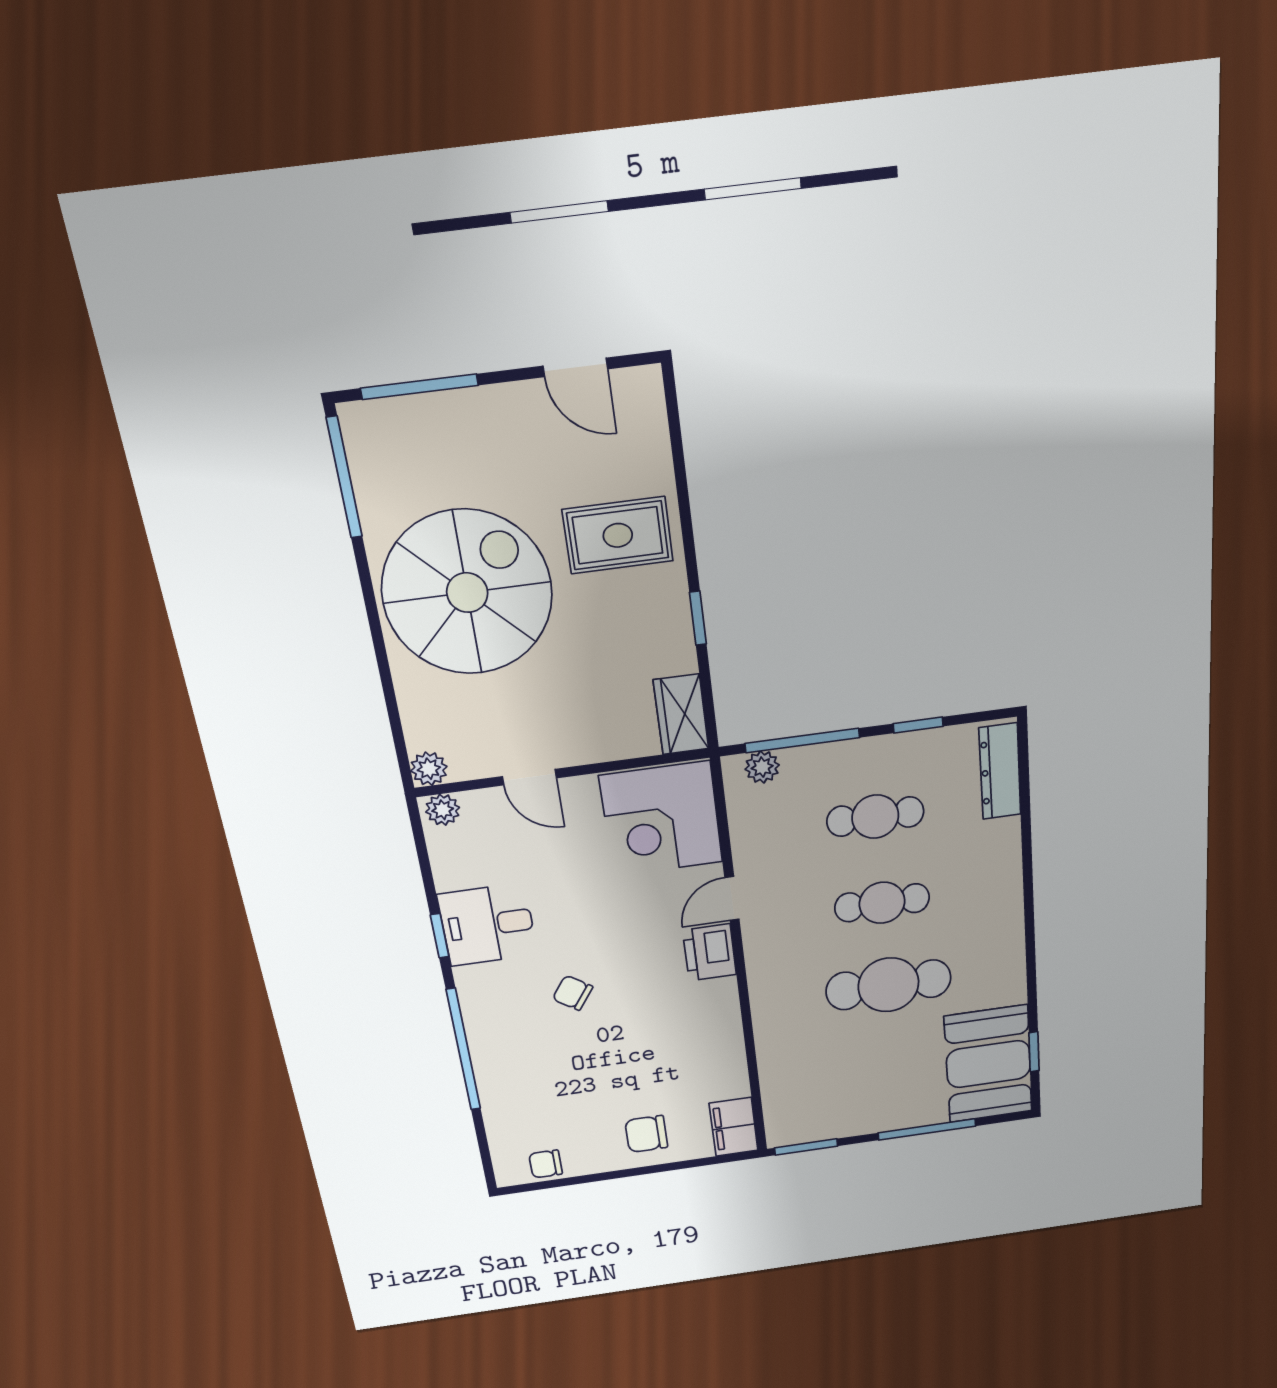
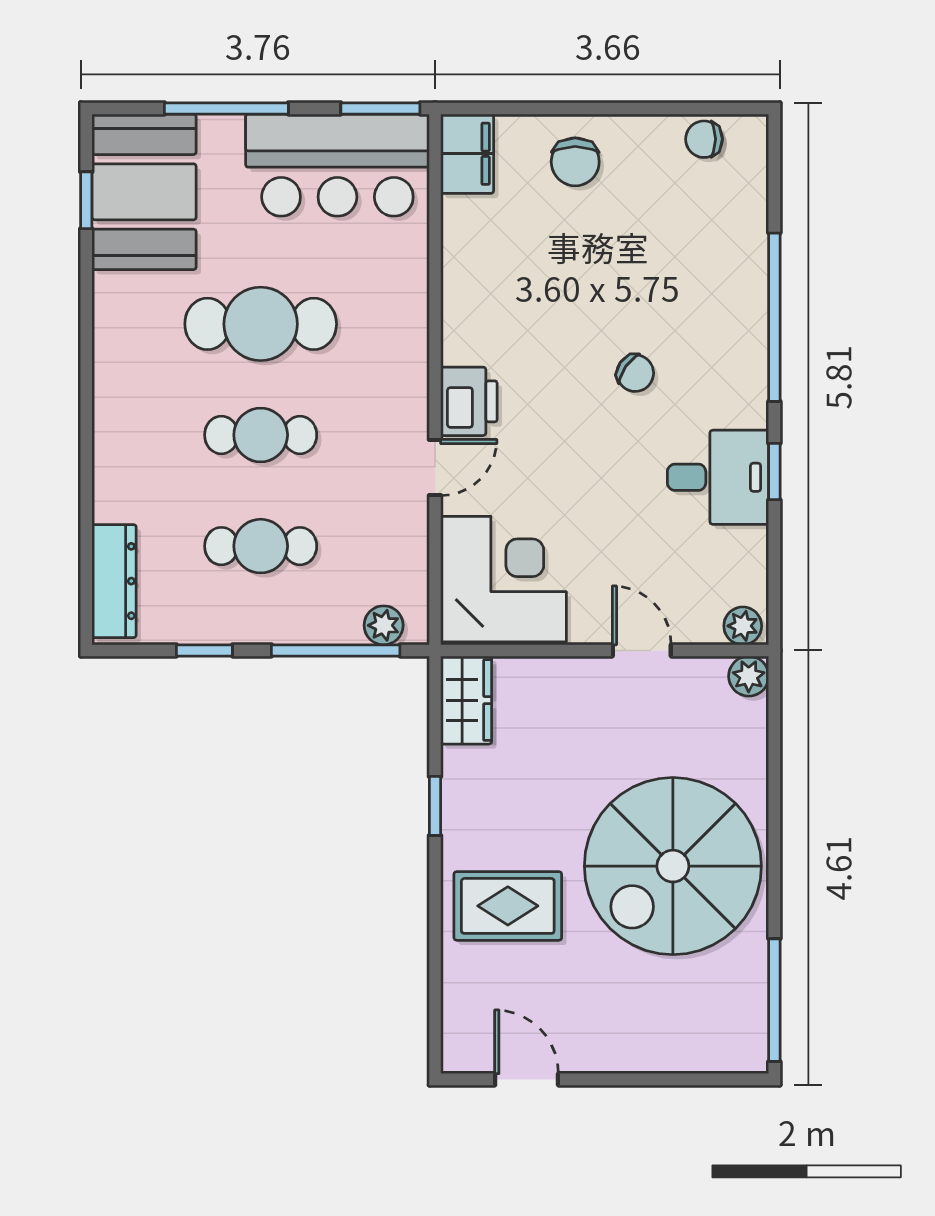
window: (419, 387) -> (683, 1079), removed
bar counter: (836, 1104) -> (337, 165), added
chair: (646, 1134) -> (575, 162), turned 90
chair: (546, 1164) -> (704, 139), turned 180

